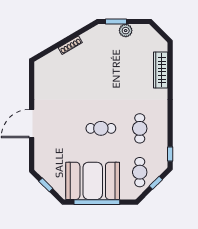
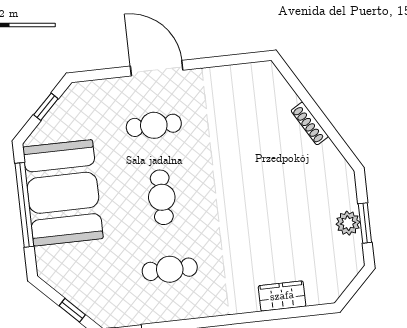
window: (116, 22) -> (365, 223), moved
wardrobe: (161, 70) -> (282, 296), width x0.67
cafe table: (140, 172) -> (154, 125), moved

